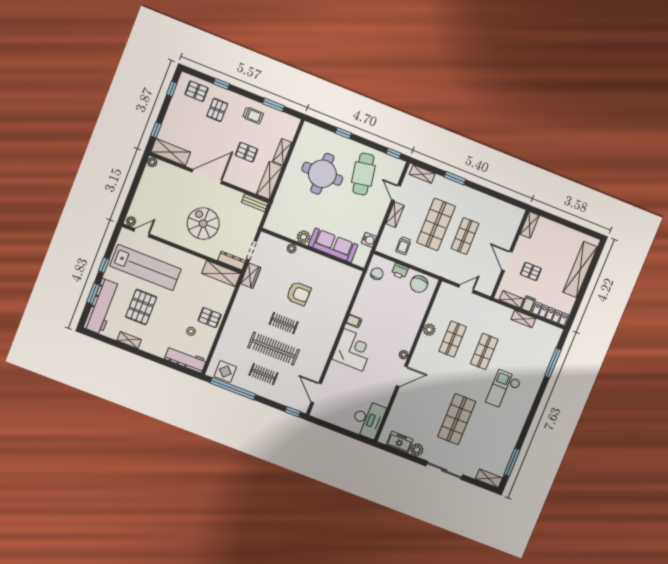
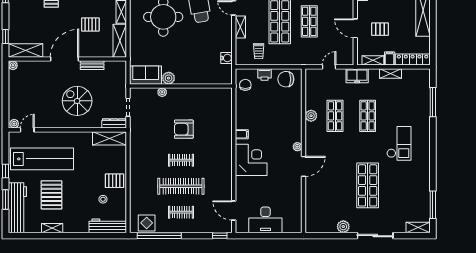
bench: (255, 203) -> (92, 65), moved
sofa: (333, 245) -> (146, 75), moved, width x0.73
wardrobe: (251, 276) -> (136, 130), removed
chair: (419, 284) -> (286, 79), turned 90
armchair: (299, 294) -> (184, 129), turned 180
checkout: (504, 390) -> (399, 143), turned 180
desk: (368, 419) -> (265, 220), moved, turned 90
freezer: (400, 442) -> (357, 76), moved, turned 180

